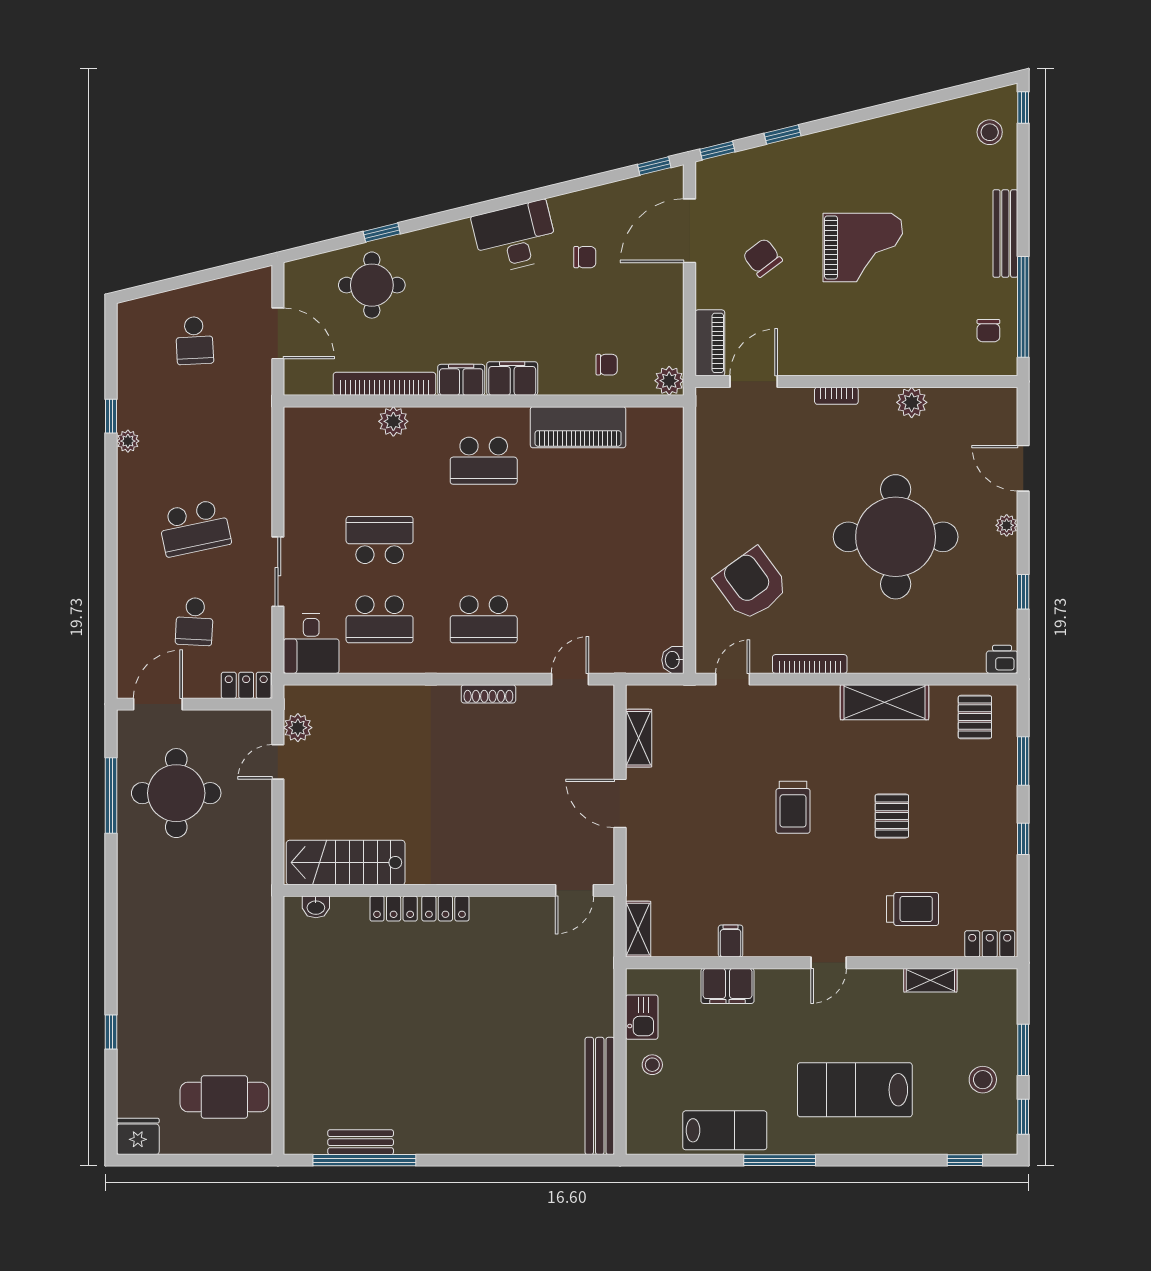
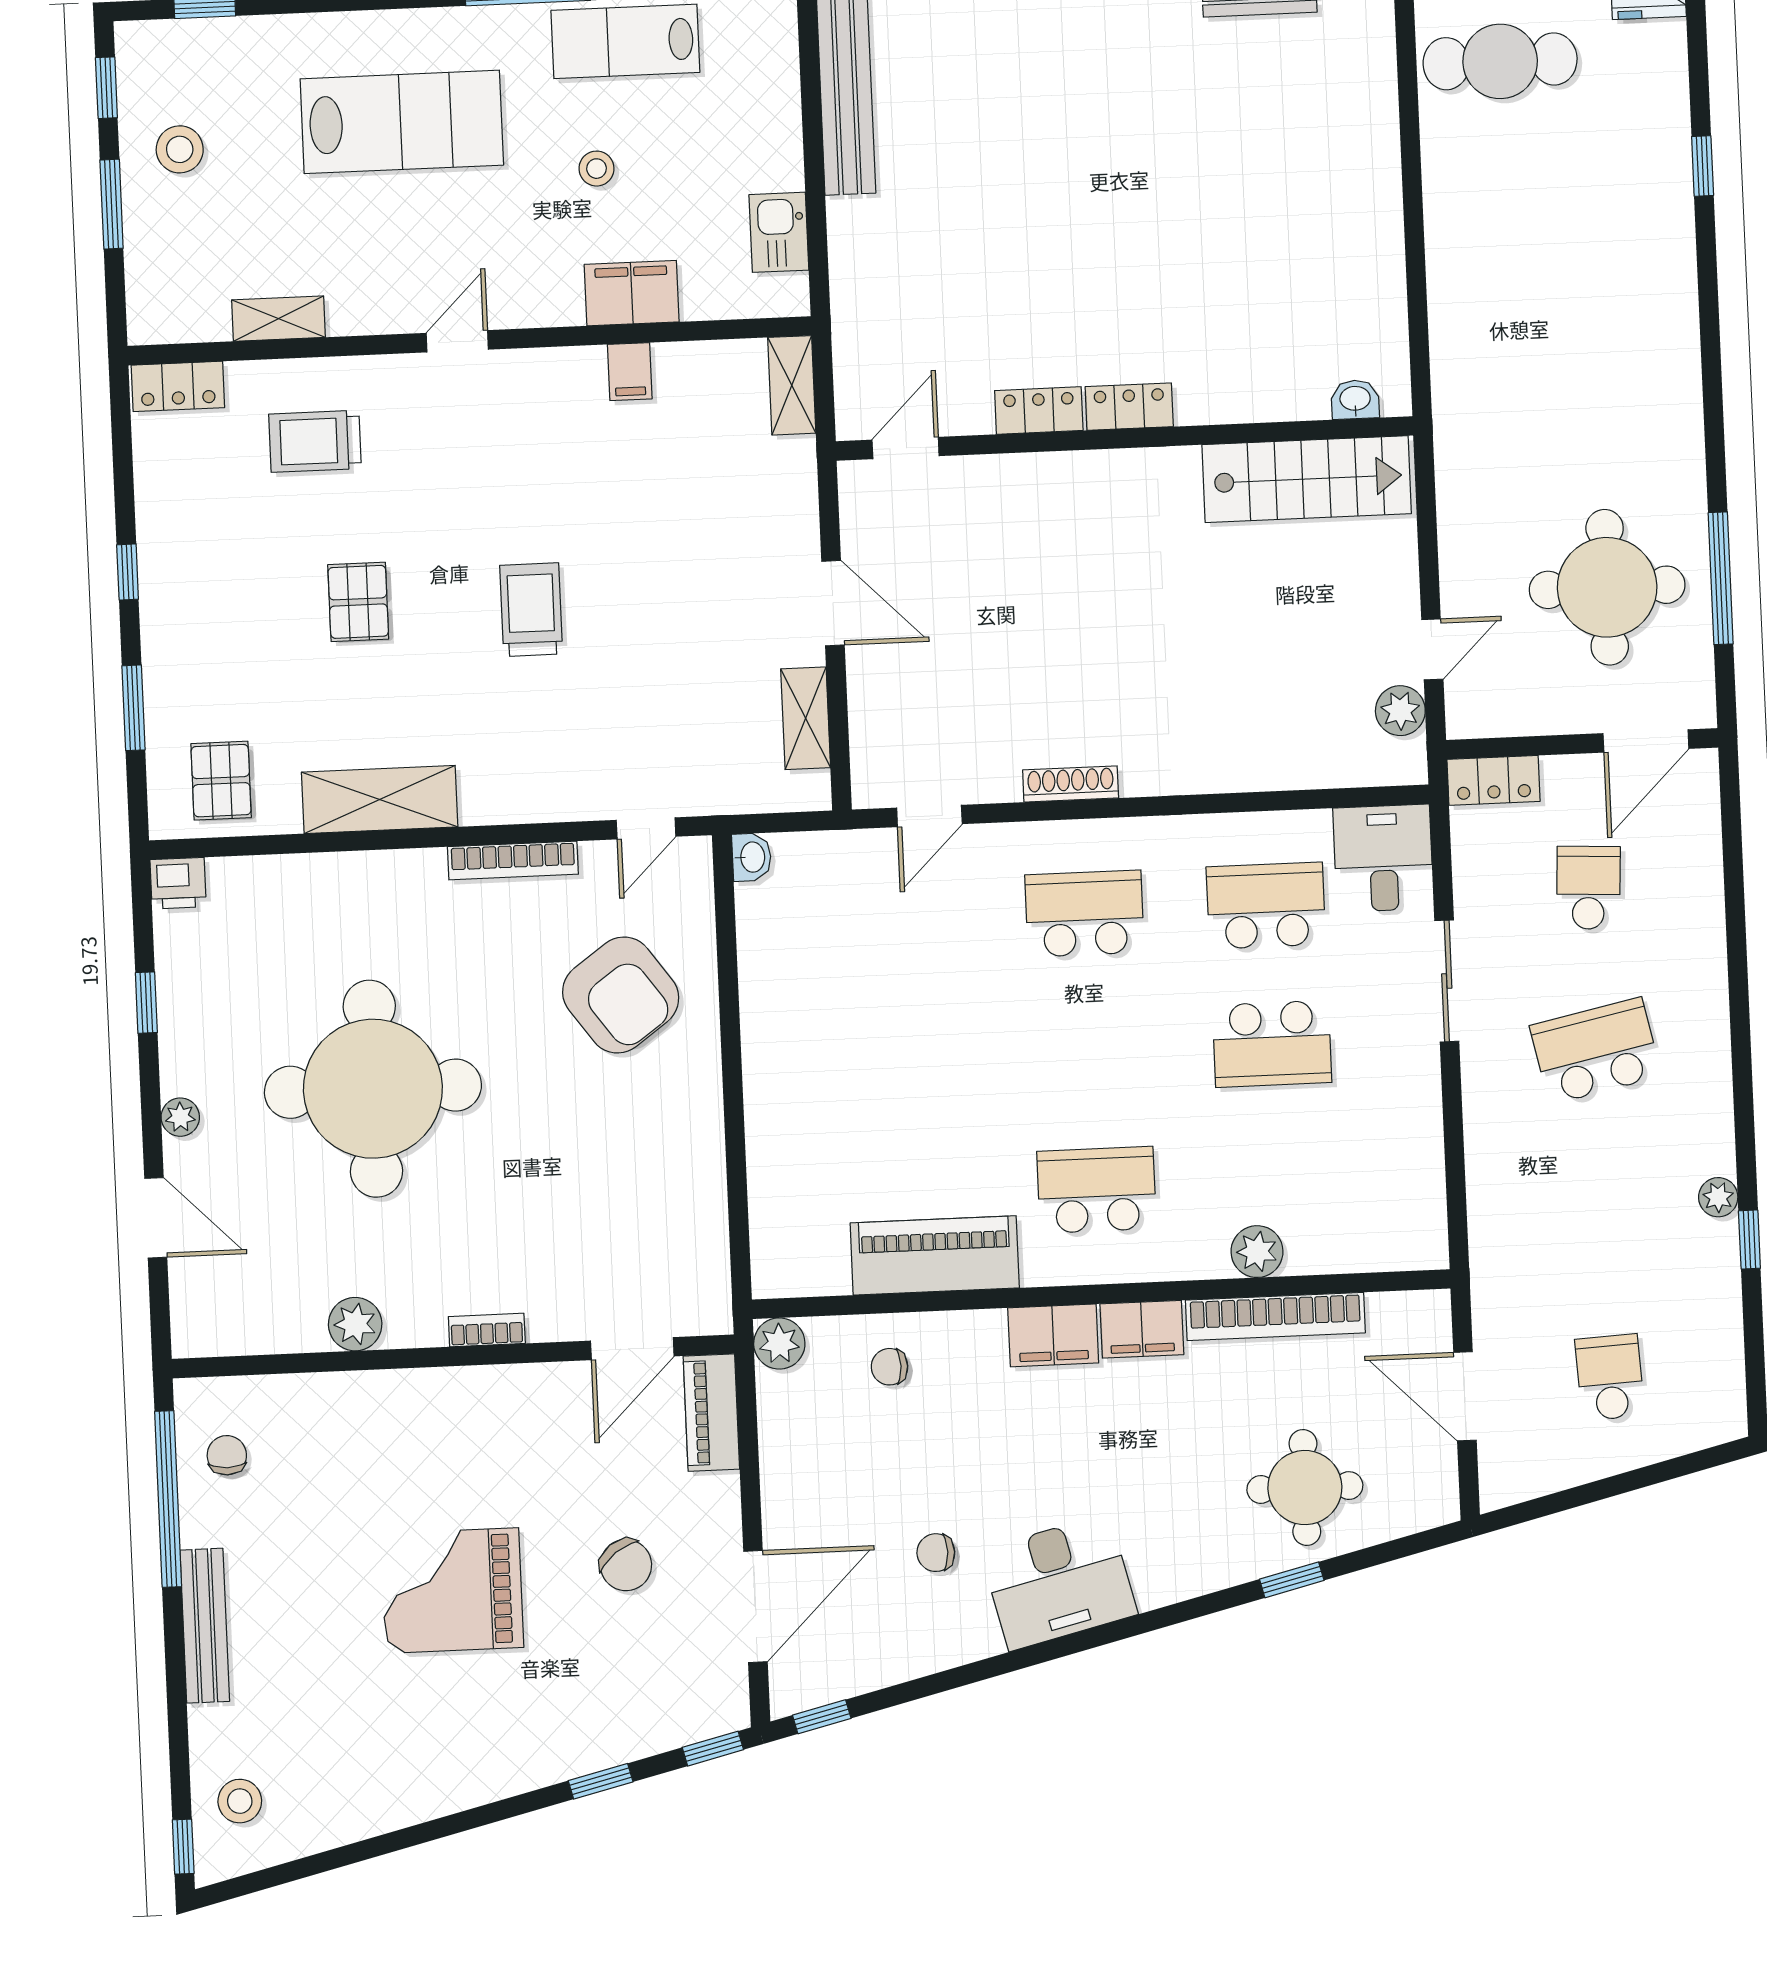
locker: (394, 909) -> (1039, 411), moved
stool: (652, 1065) -> (597, 169), moved

